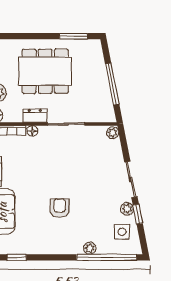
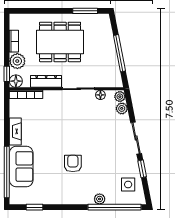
dresser: (35, 116) -> (46, 81), width x1.44
floor lamp: (32, 131) -> (100, 95), moved
plant: (127, 209) -> (122, 108), moved

